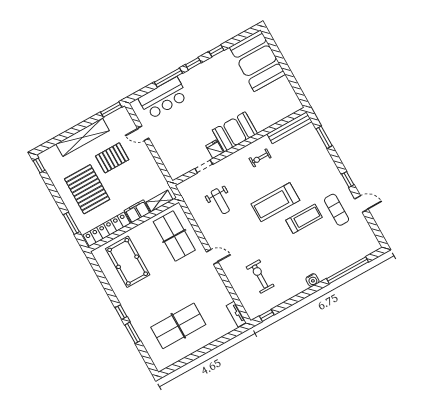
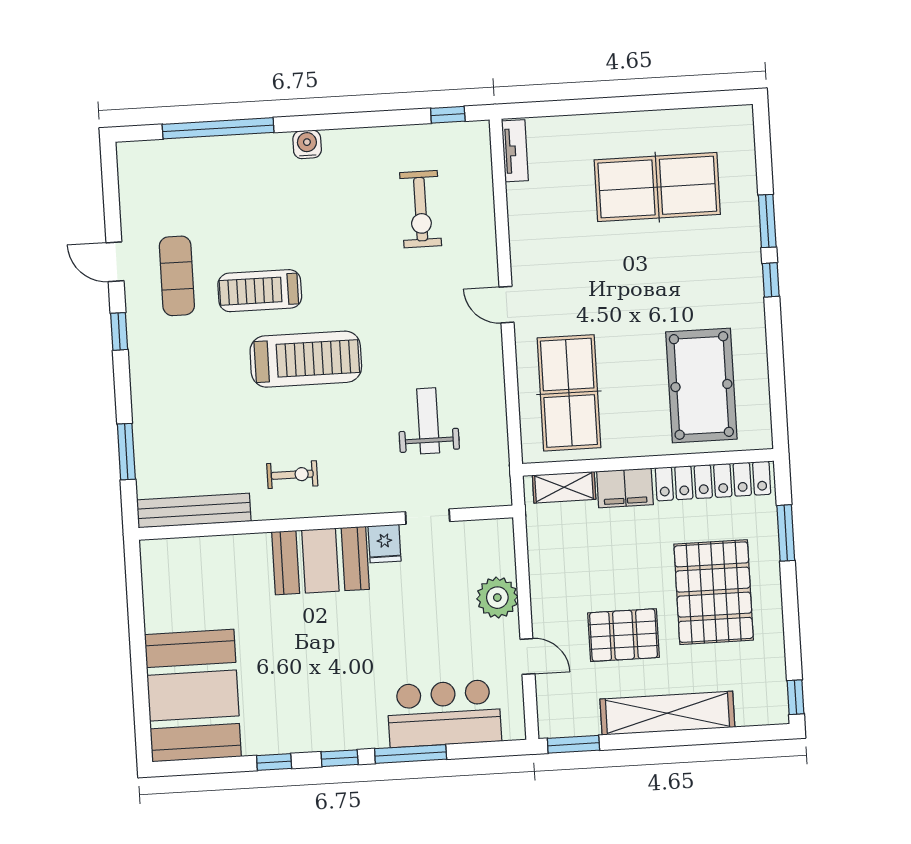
plant: (164, 149) -> (497, 598), added

